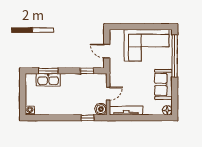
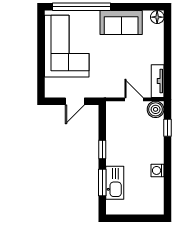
window: (87, 71) -> (102, 149), moved
washing machine: (30, 111) -> (158, 170), moved
tv unit: (126, 111) -> (158, 81), width x0.71

